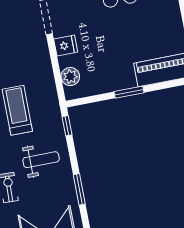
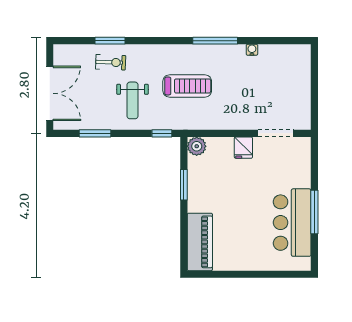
plant: (70, 77) -> (197, 146), moved
window: (129, 92) -> (184, 185), moved

